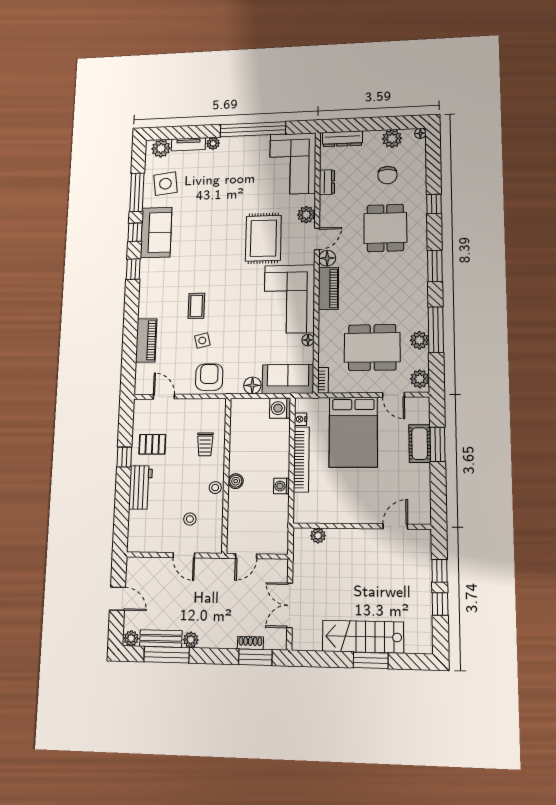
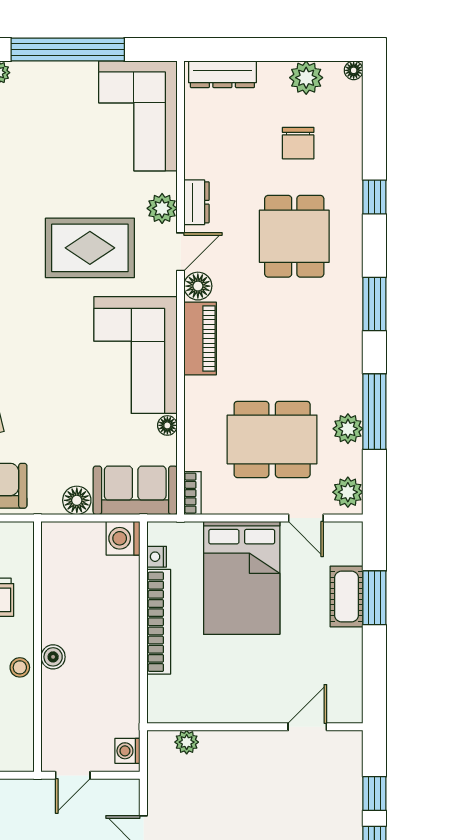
dresser: (327, 182) -> (197, 202), moved
rug: (263, 238) -> (90, 248), turned 90
washing machine: (281, 486) -> (127, 751), moved

